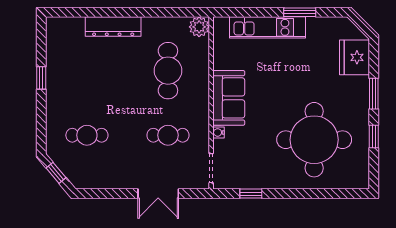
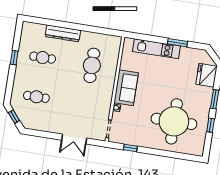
plant: (199, 27) -> (115, 42), removed
cafe table: (168, 135) -> (43, 58), moved

